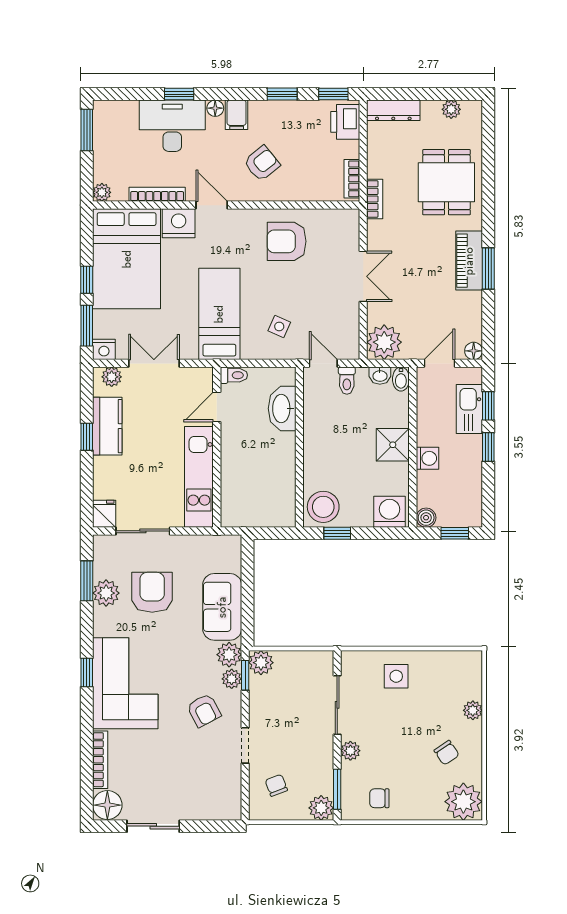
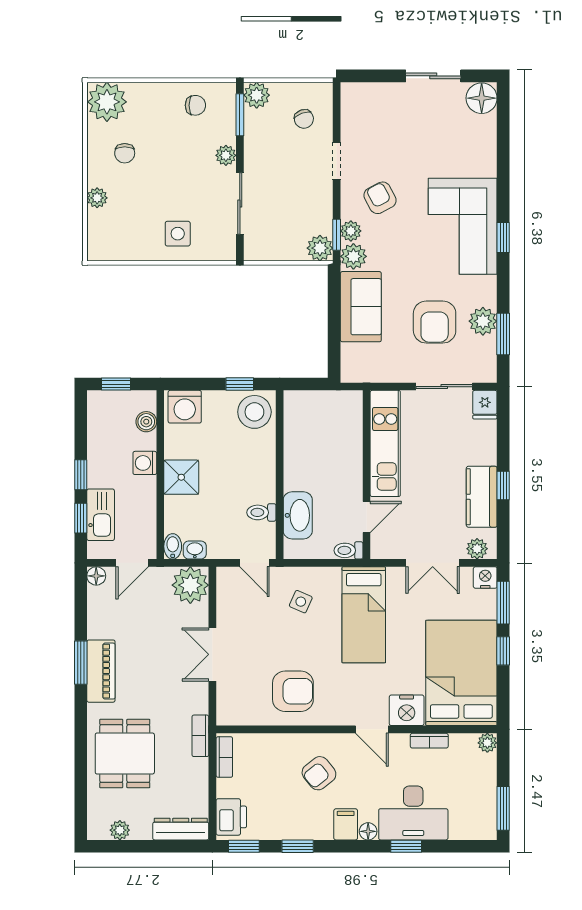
bookcase: (157, 194) -> (429, 741), width x0.64
toilet: (347, 381) -> (261, 512), moved, turned -90
boiler: (426, 518) -> (146, 422), moved
chair: (447, 753) -> (125, 153), turned -146
bookcase: (100, 760) -> (489, 146), removed

